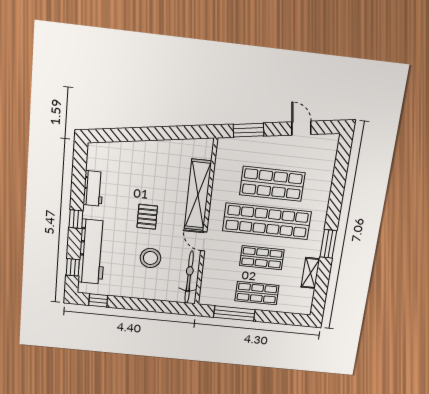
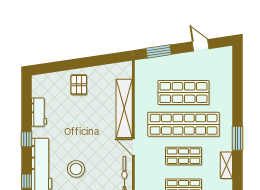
pallet: (147, 217) -> (79, 85), moved
stool: (150, 258) -> (76, 169), moved

